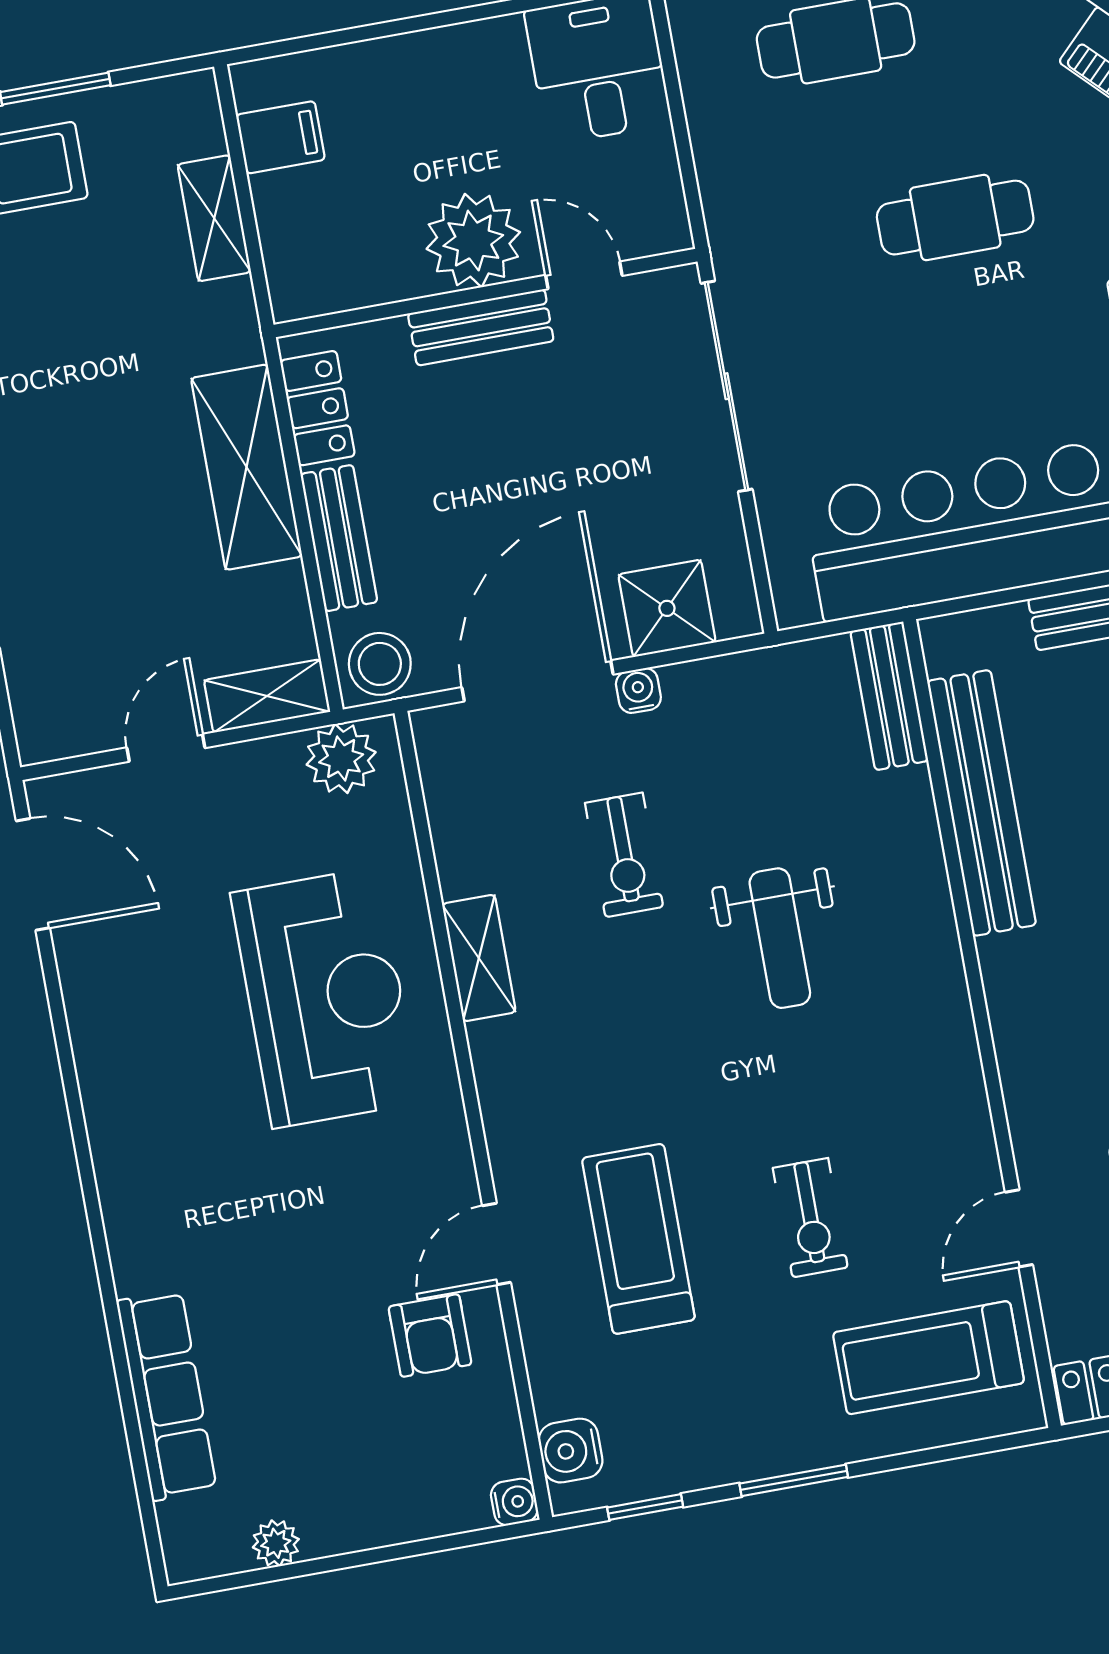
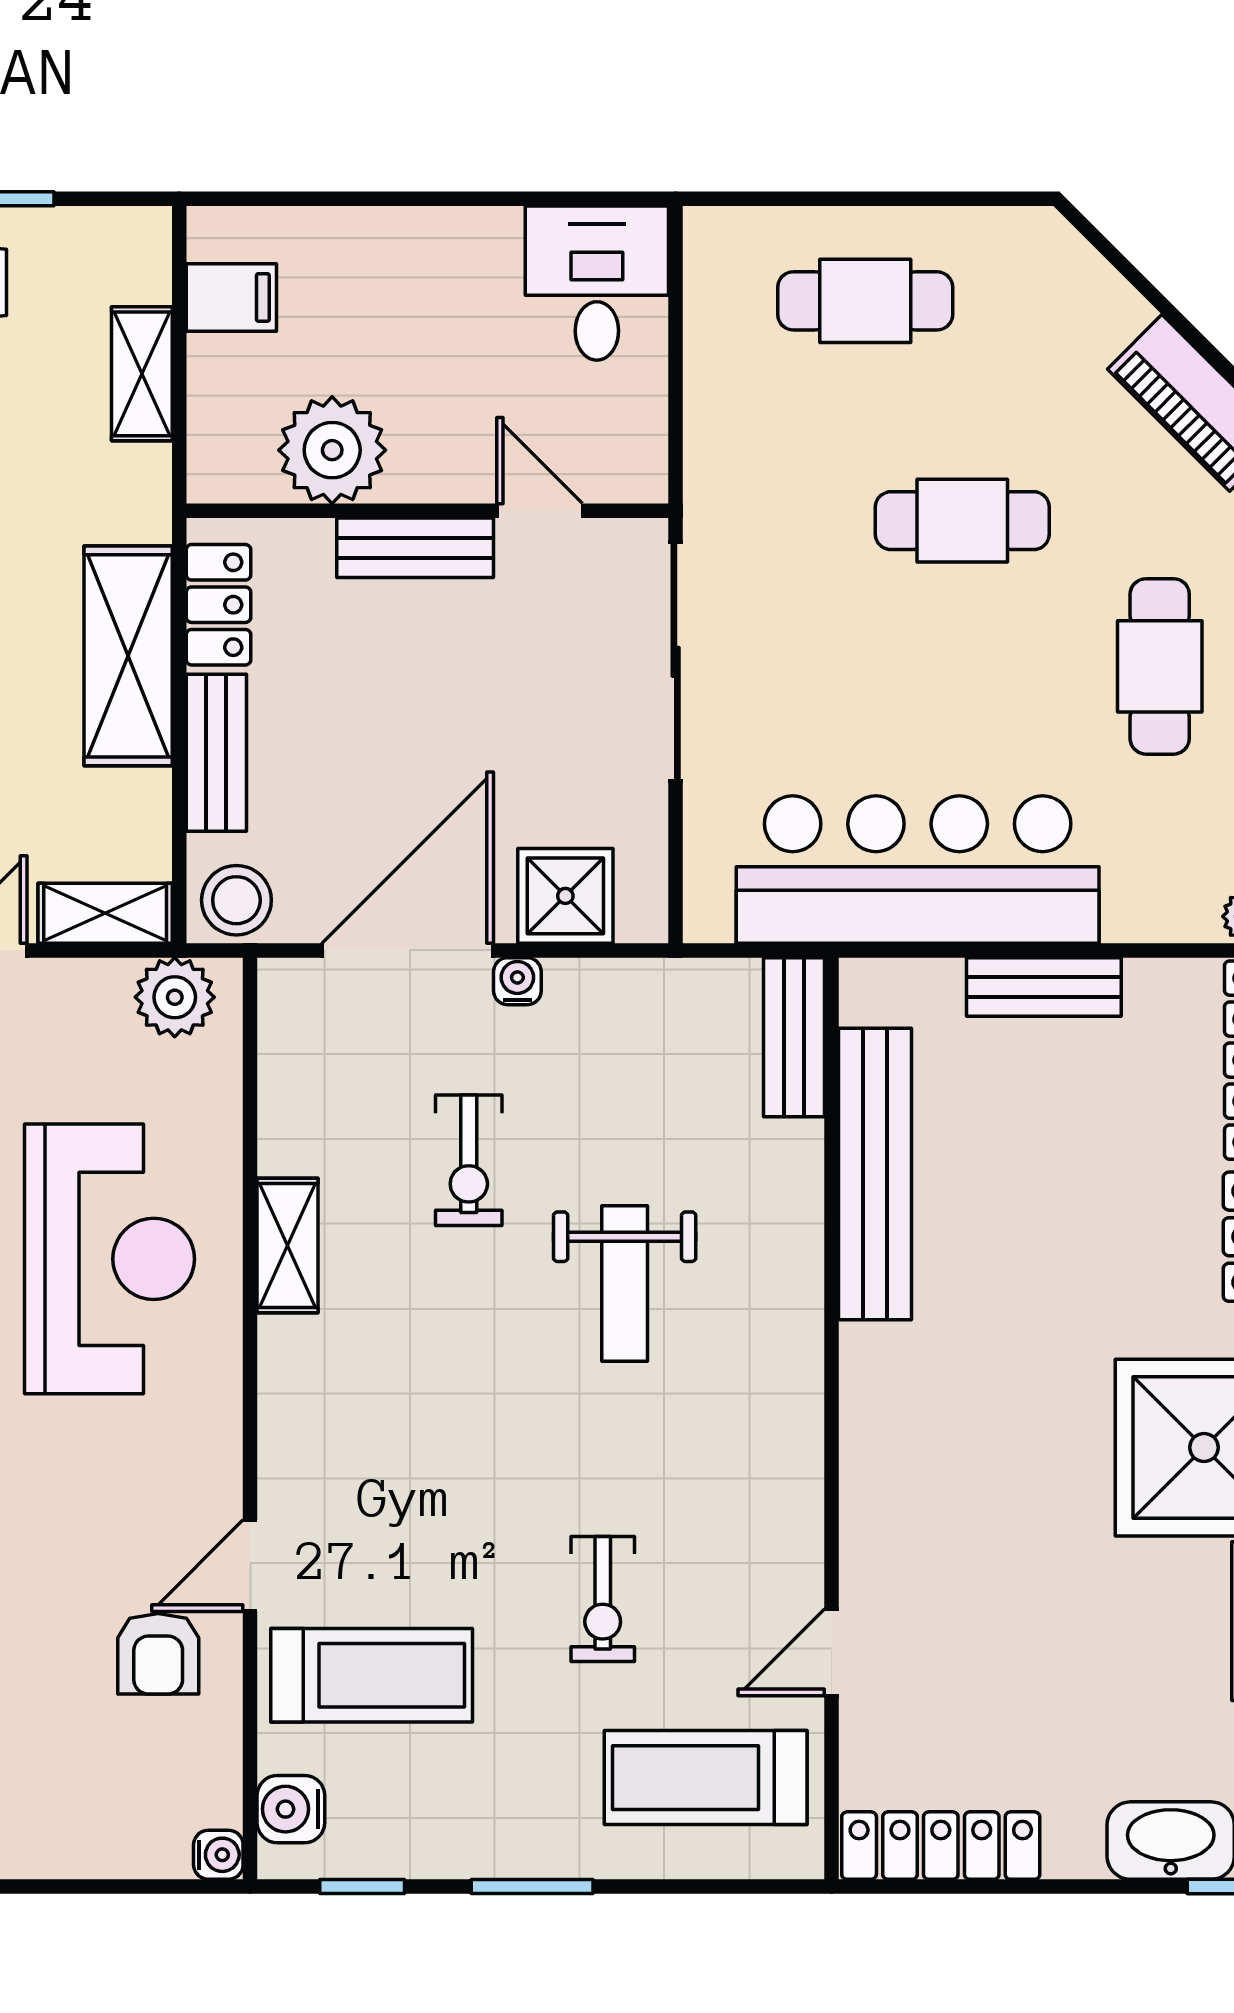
plant: (473, 241) -> (332, 450), moved
treadmill: (638, 1239) -> (372, 1675), moved, turned 90

